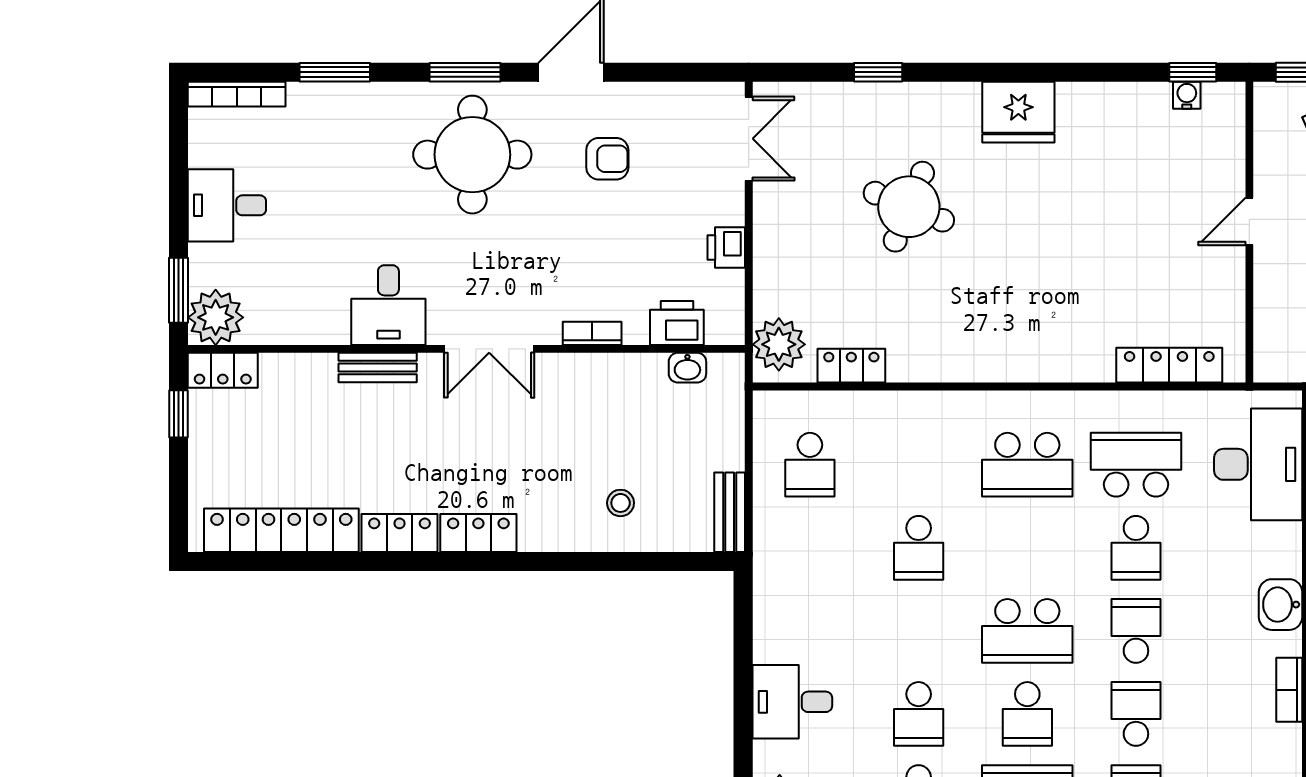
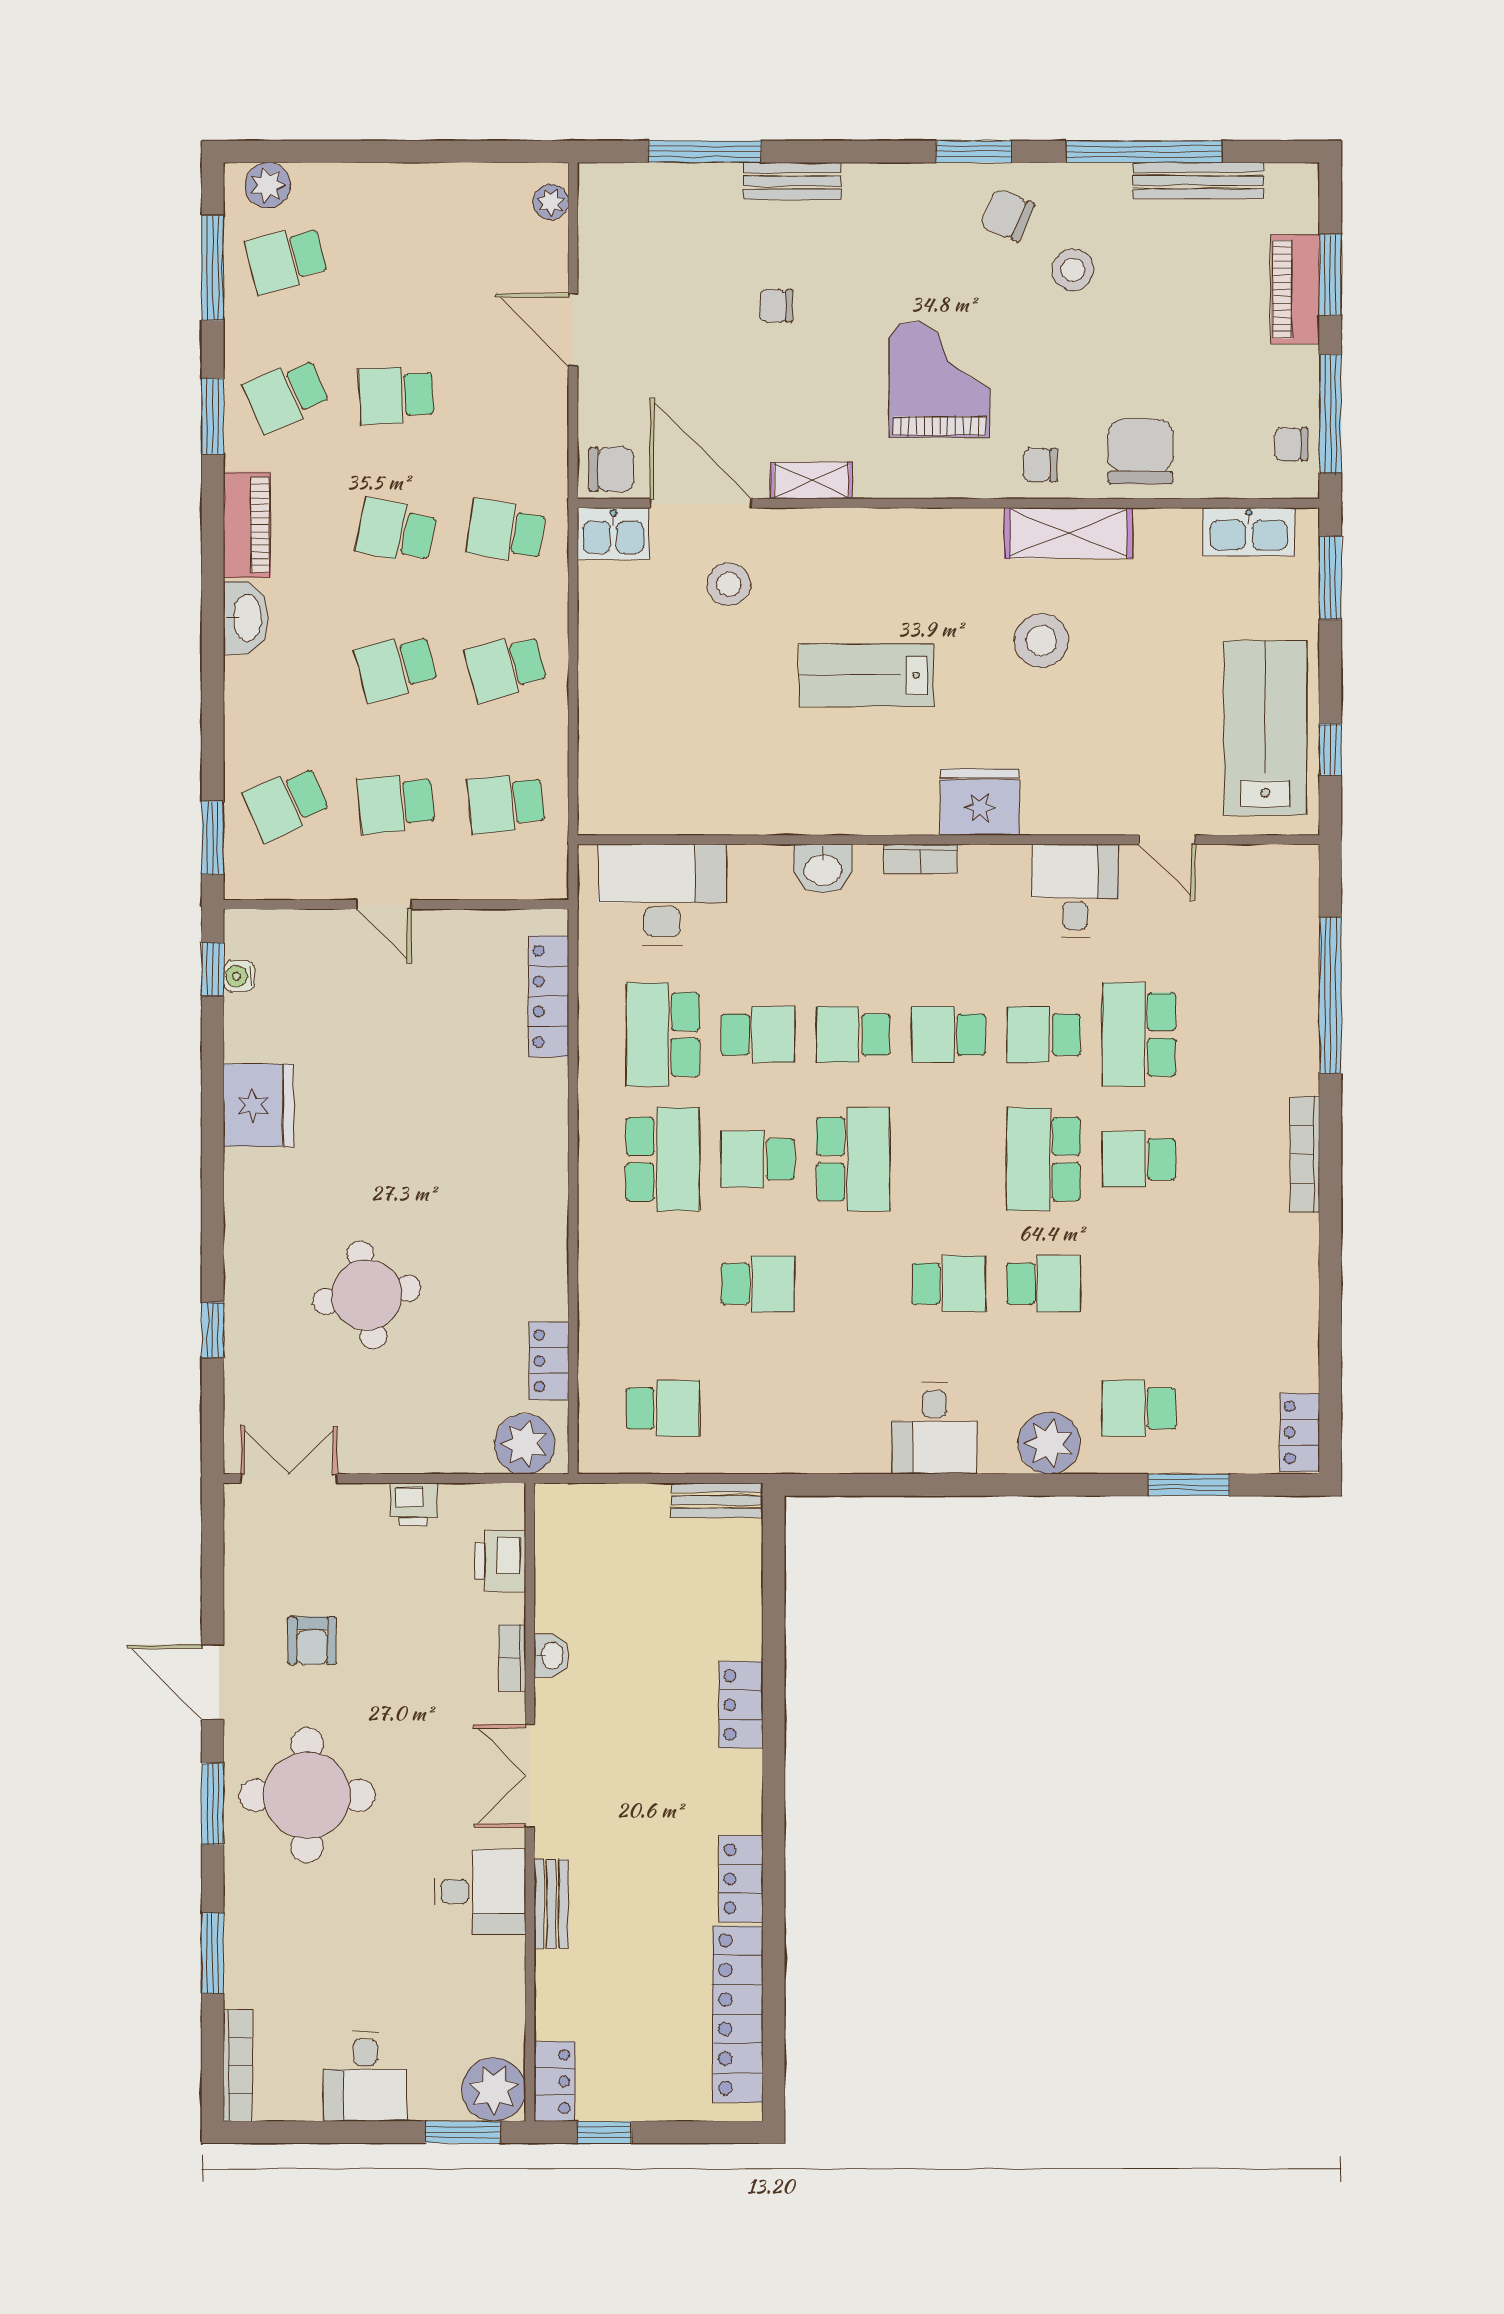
fridge: (1018, 112) -> (258, 1105), moved
armchair: (607, 159) -> (312, 1641), turned 180
round table: (909, 207) -> (367, 1295), turned -31
double door: (489, 349) -> (530, 1776), swing flipped
washbasin: (687, 368) -> (551, 1656), moved
stool: (621, 503) -> (707, 1625), removed
locker: (478, 533) -> (741, 1705), moved
school desk: (1027, 714) -> (758, 1159), moved, turned 180

